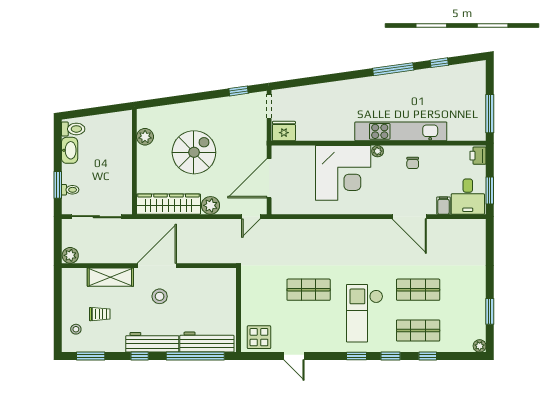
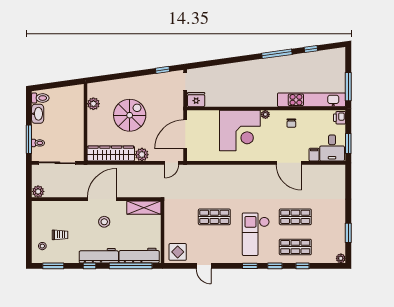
kitchen unit: (401, 131) -> (312, 100), moved
window: (58, 185) -> (29, 139), width x1.44
shelving: (110, 277) -> (144, 208), moved

